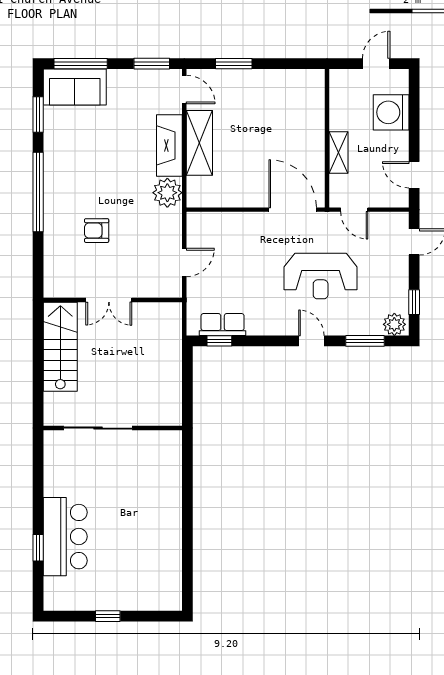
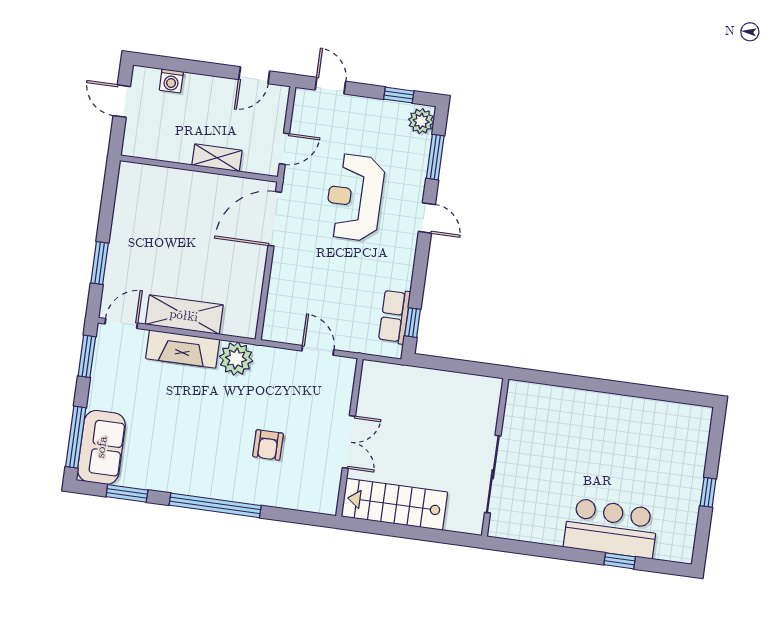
washing machine: (391, 112) -> (171, 81), width x0.53, depth x0.53
reception desk: (321, 276) -> (355, 197), turned 180
door: (311, 341) -> (427, 218), swing flipped

